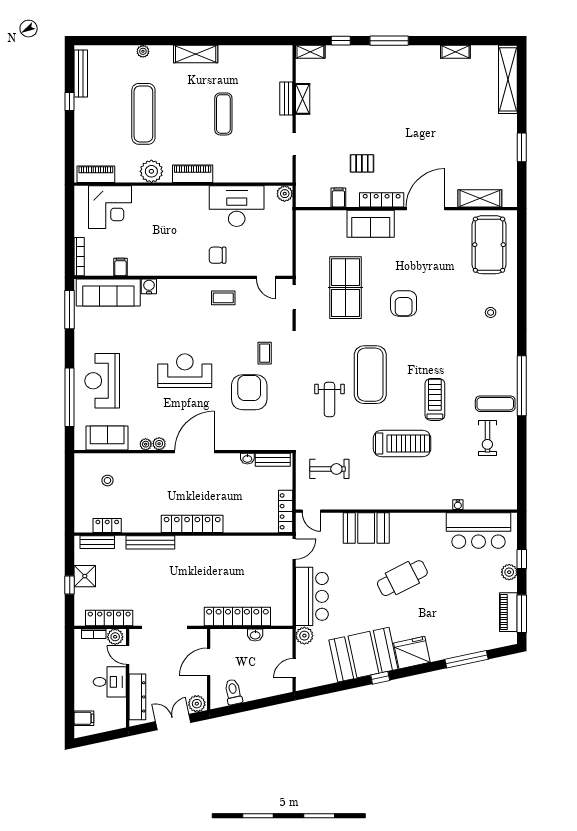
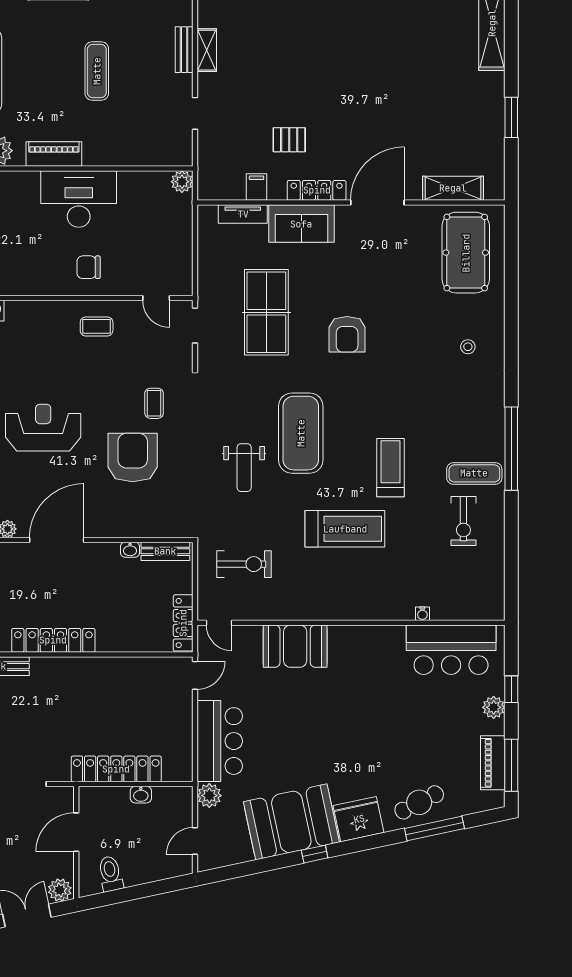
desk: (237, 206) -> (79, 199), moved
tv unit: (328, 217) -> (243, 214), added
cafe table: (402, 578) -> (419, 802), moved, width x0.73, depth x0.74

